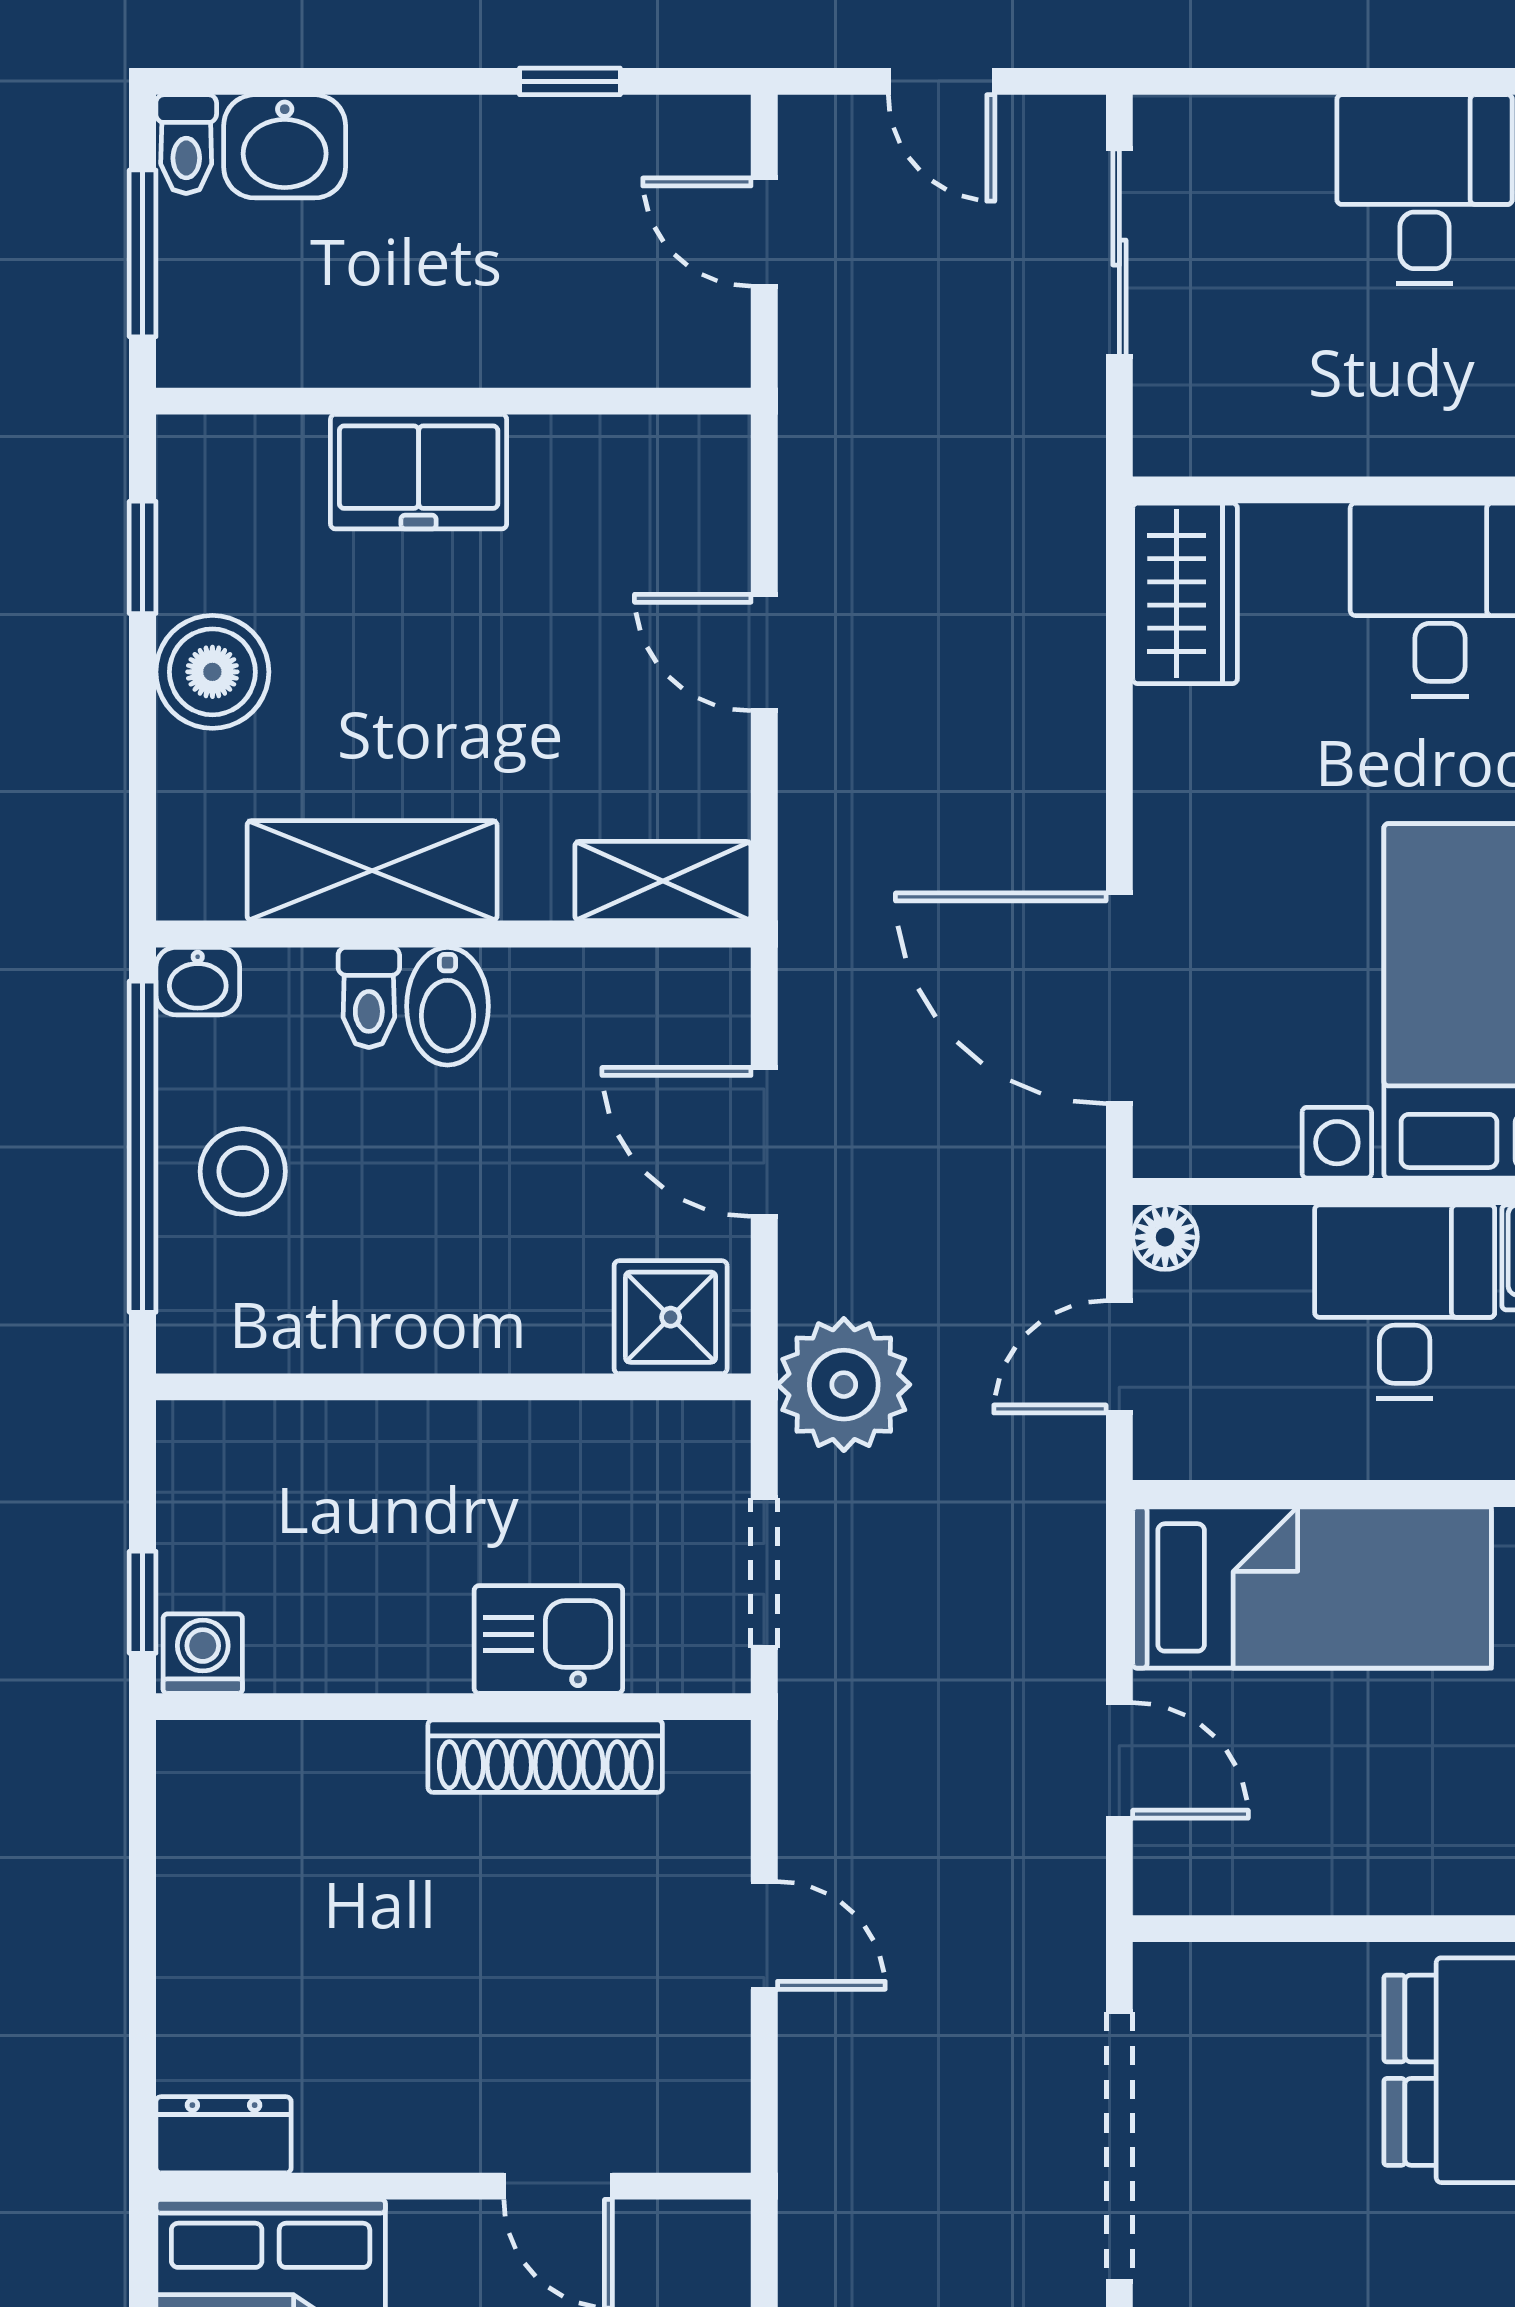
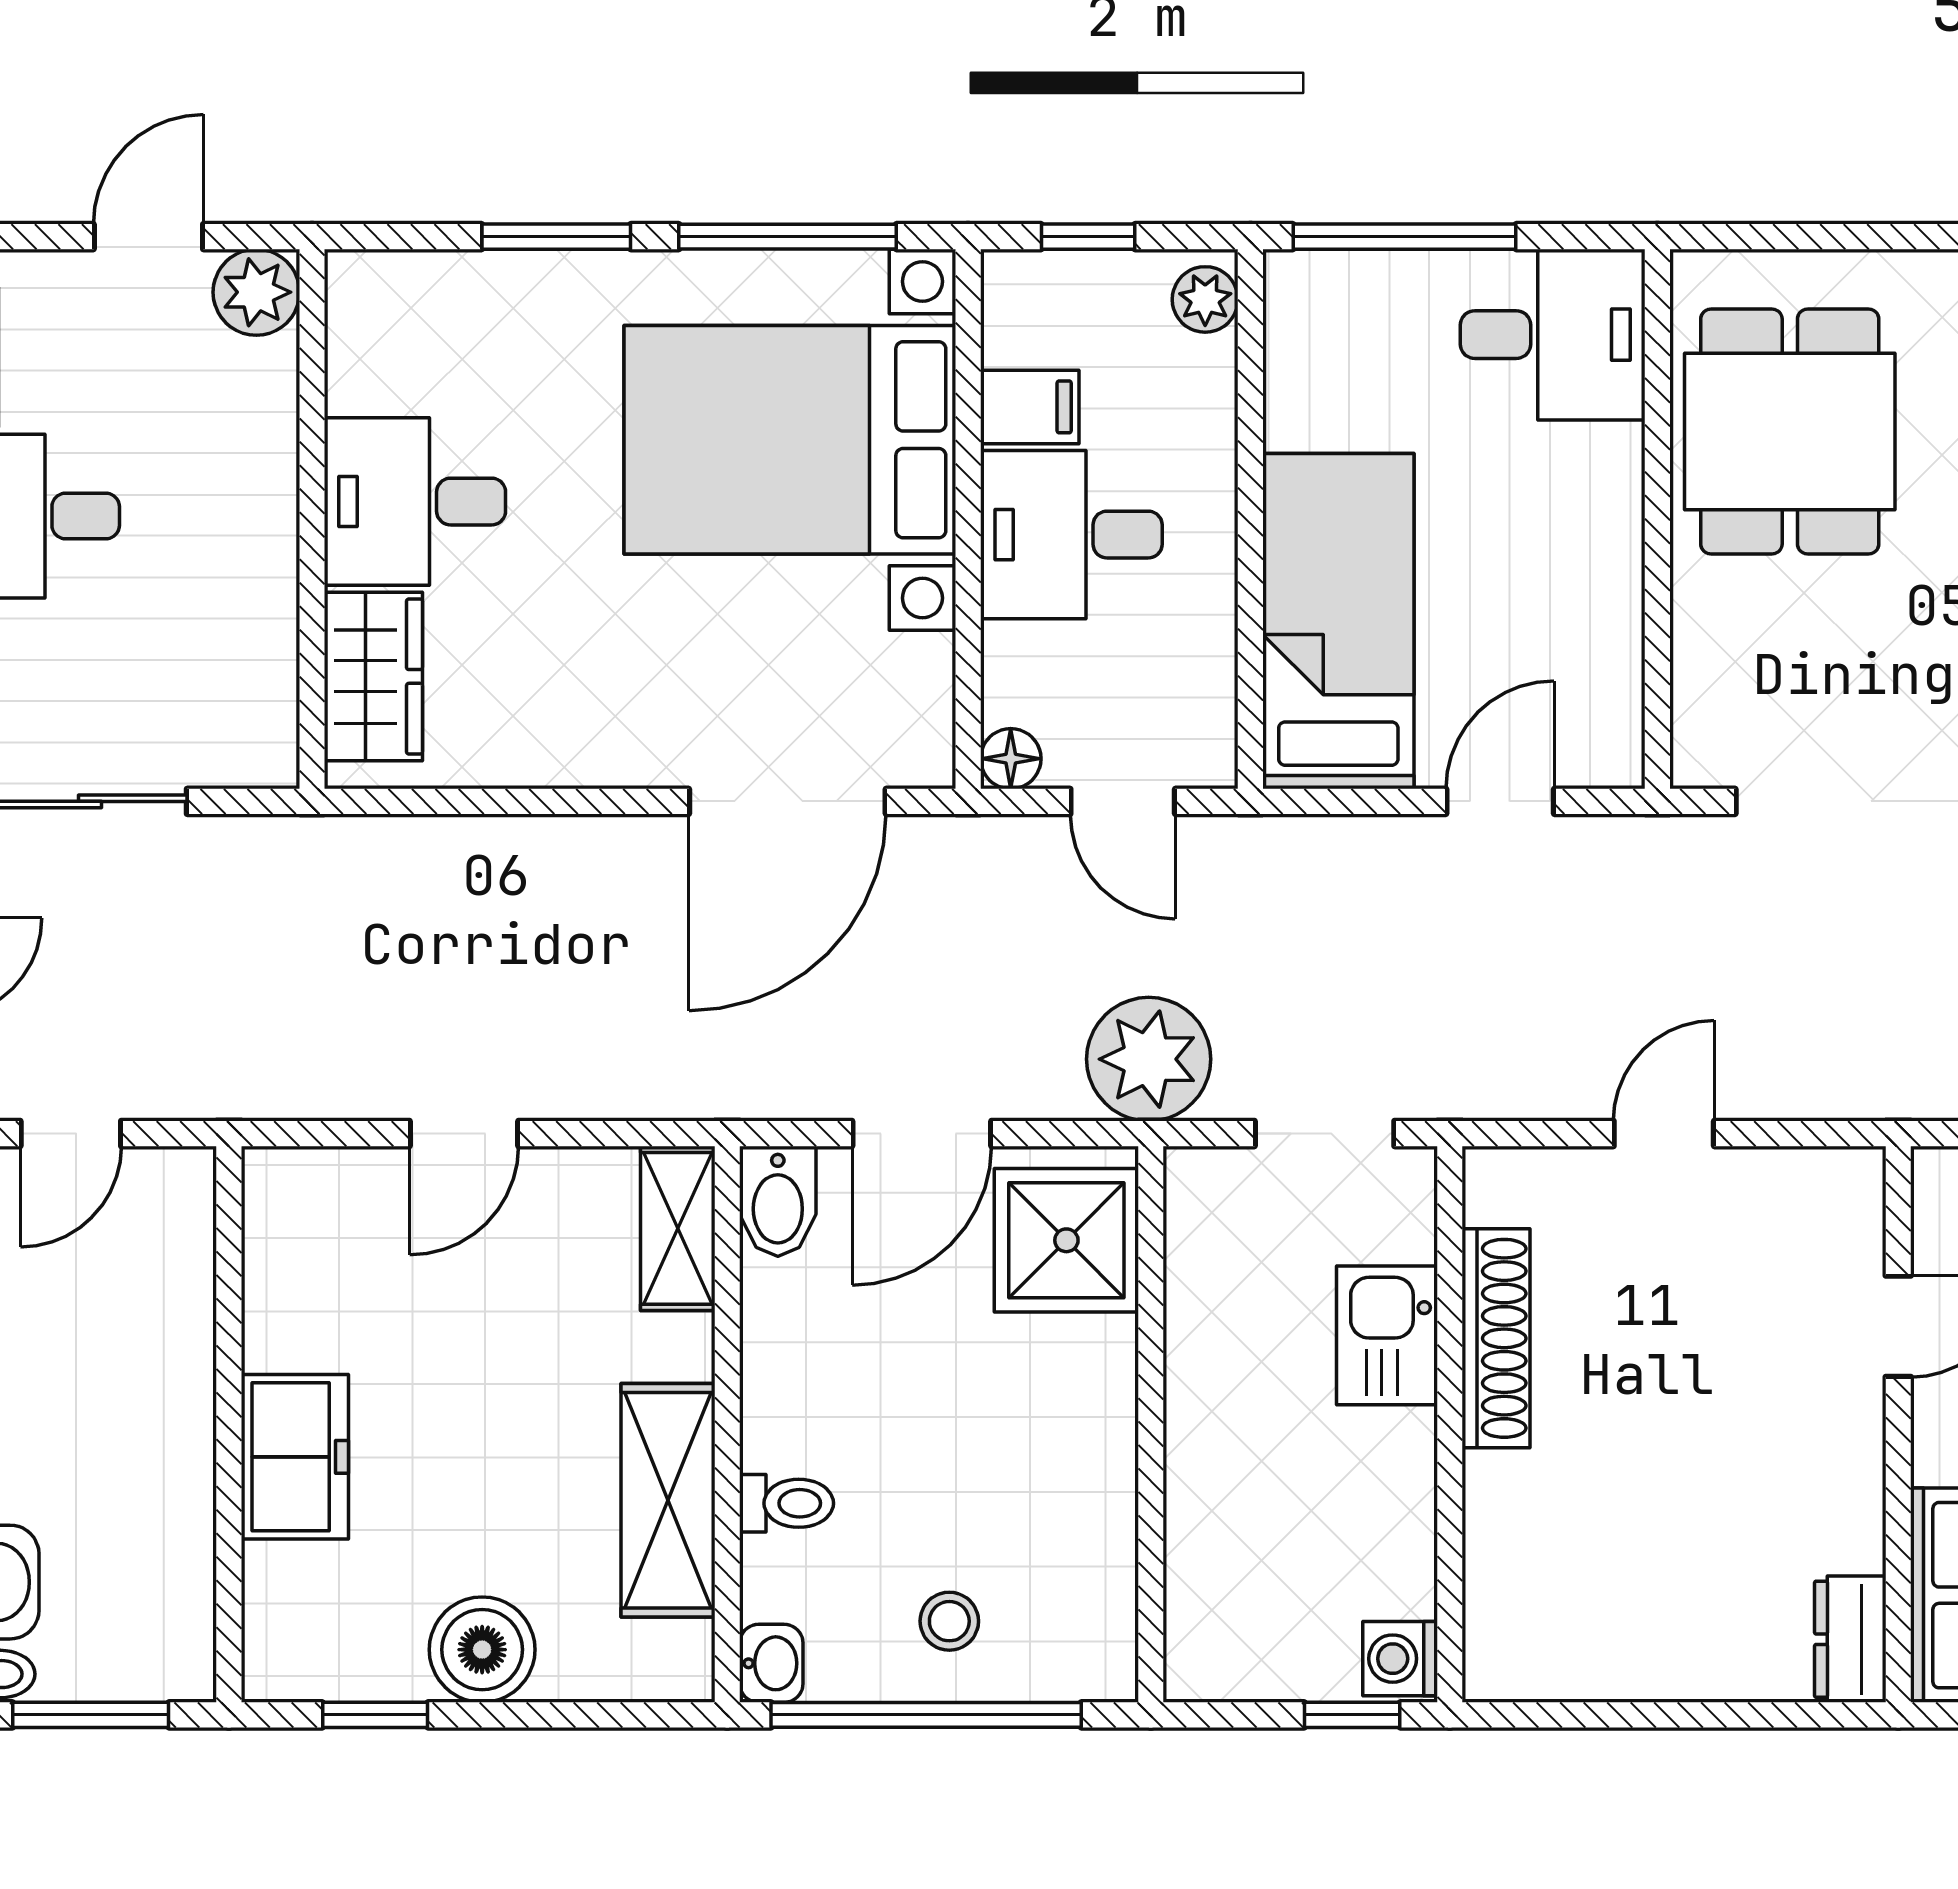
wardrobe: (1185, 593) -> (373, 676), moved, turned 90
bidet: (447, 1006) -> (778, 1201), moved, turned 90
stool: (243, 1171) -> (949, 1621), width x0.73, depth x0.73
shower: (671, 1317) -> (1066, 1240), width x1.36, depth x1.36

